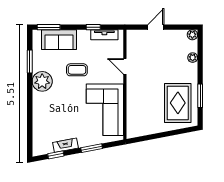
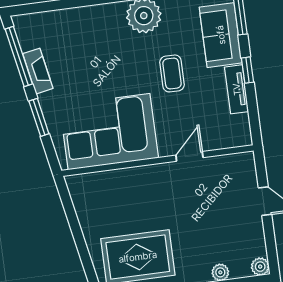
window: (93, 27) -> (248, 70), moved
tv unit: (104, 35) -> (237, 89), moved
window: (56, 155) -> (19, 56), width x2.17

